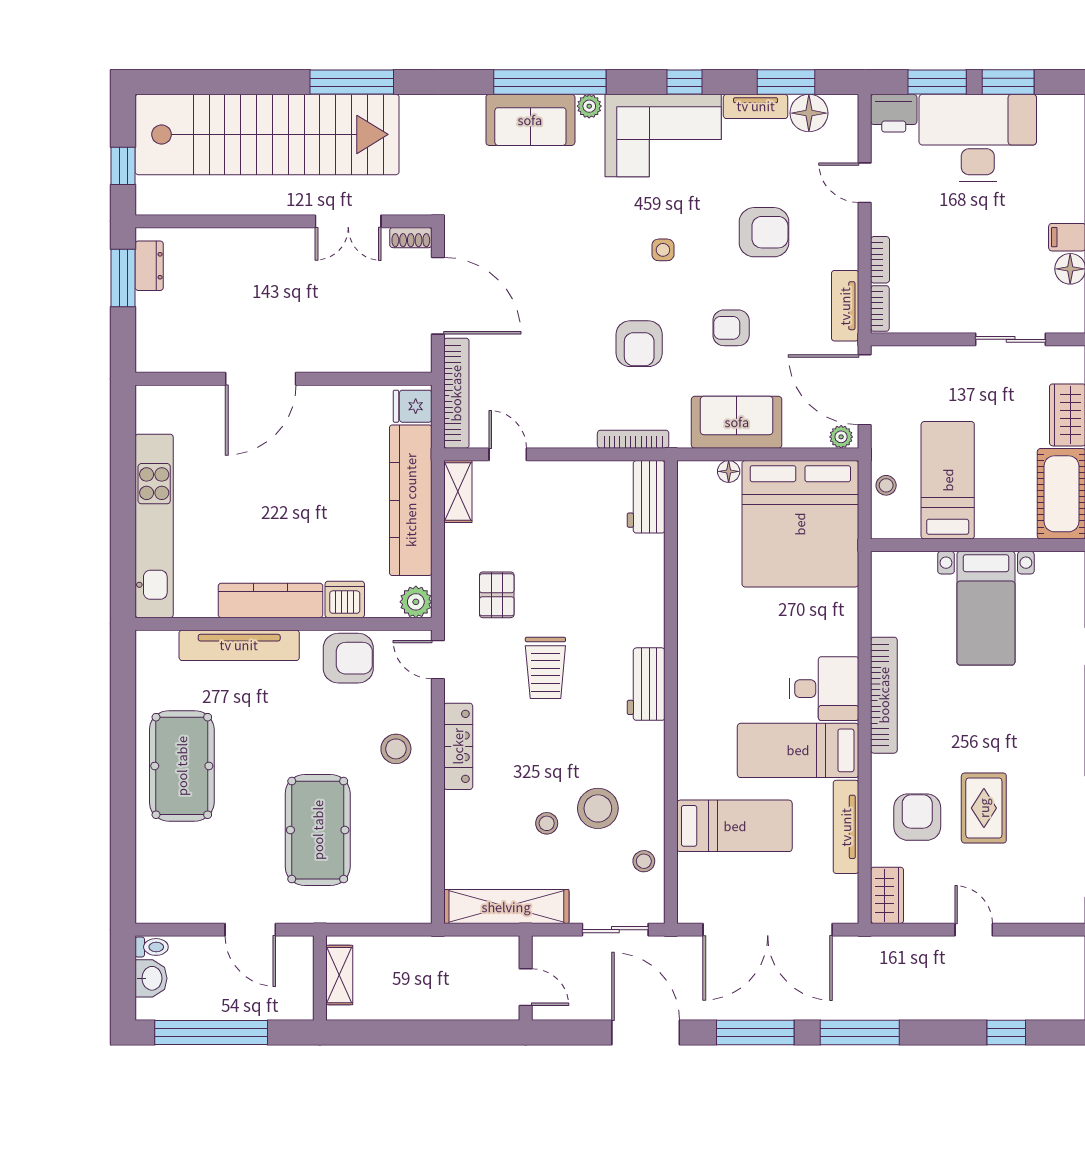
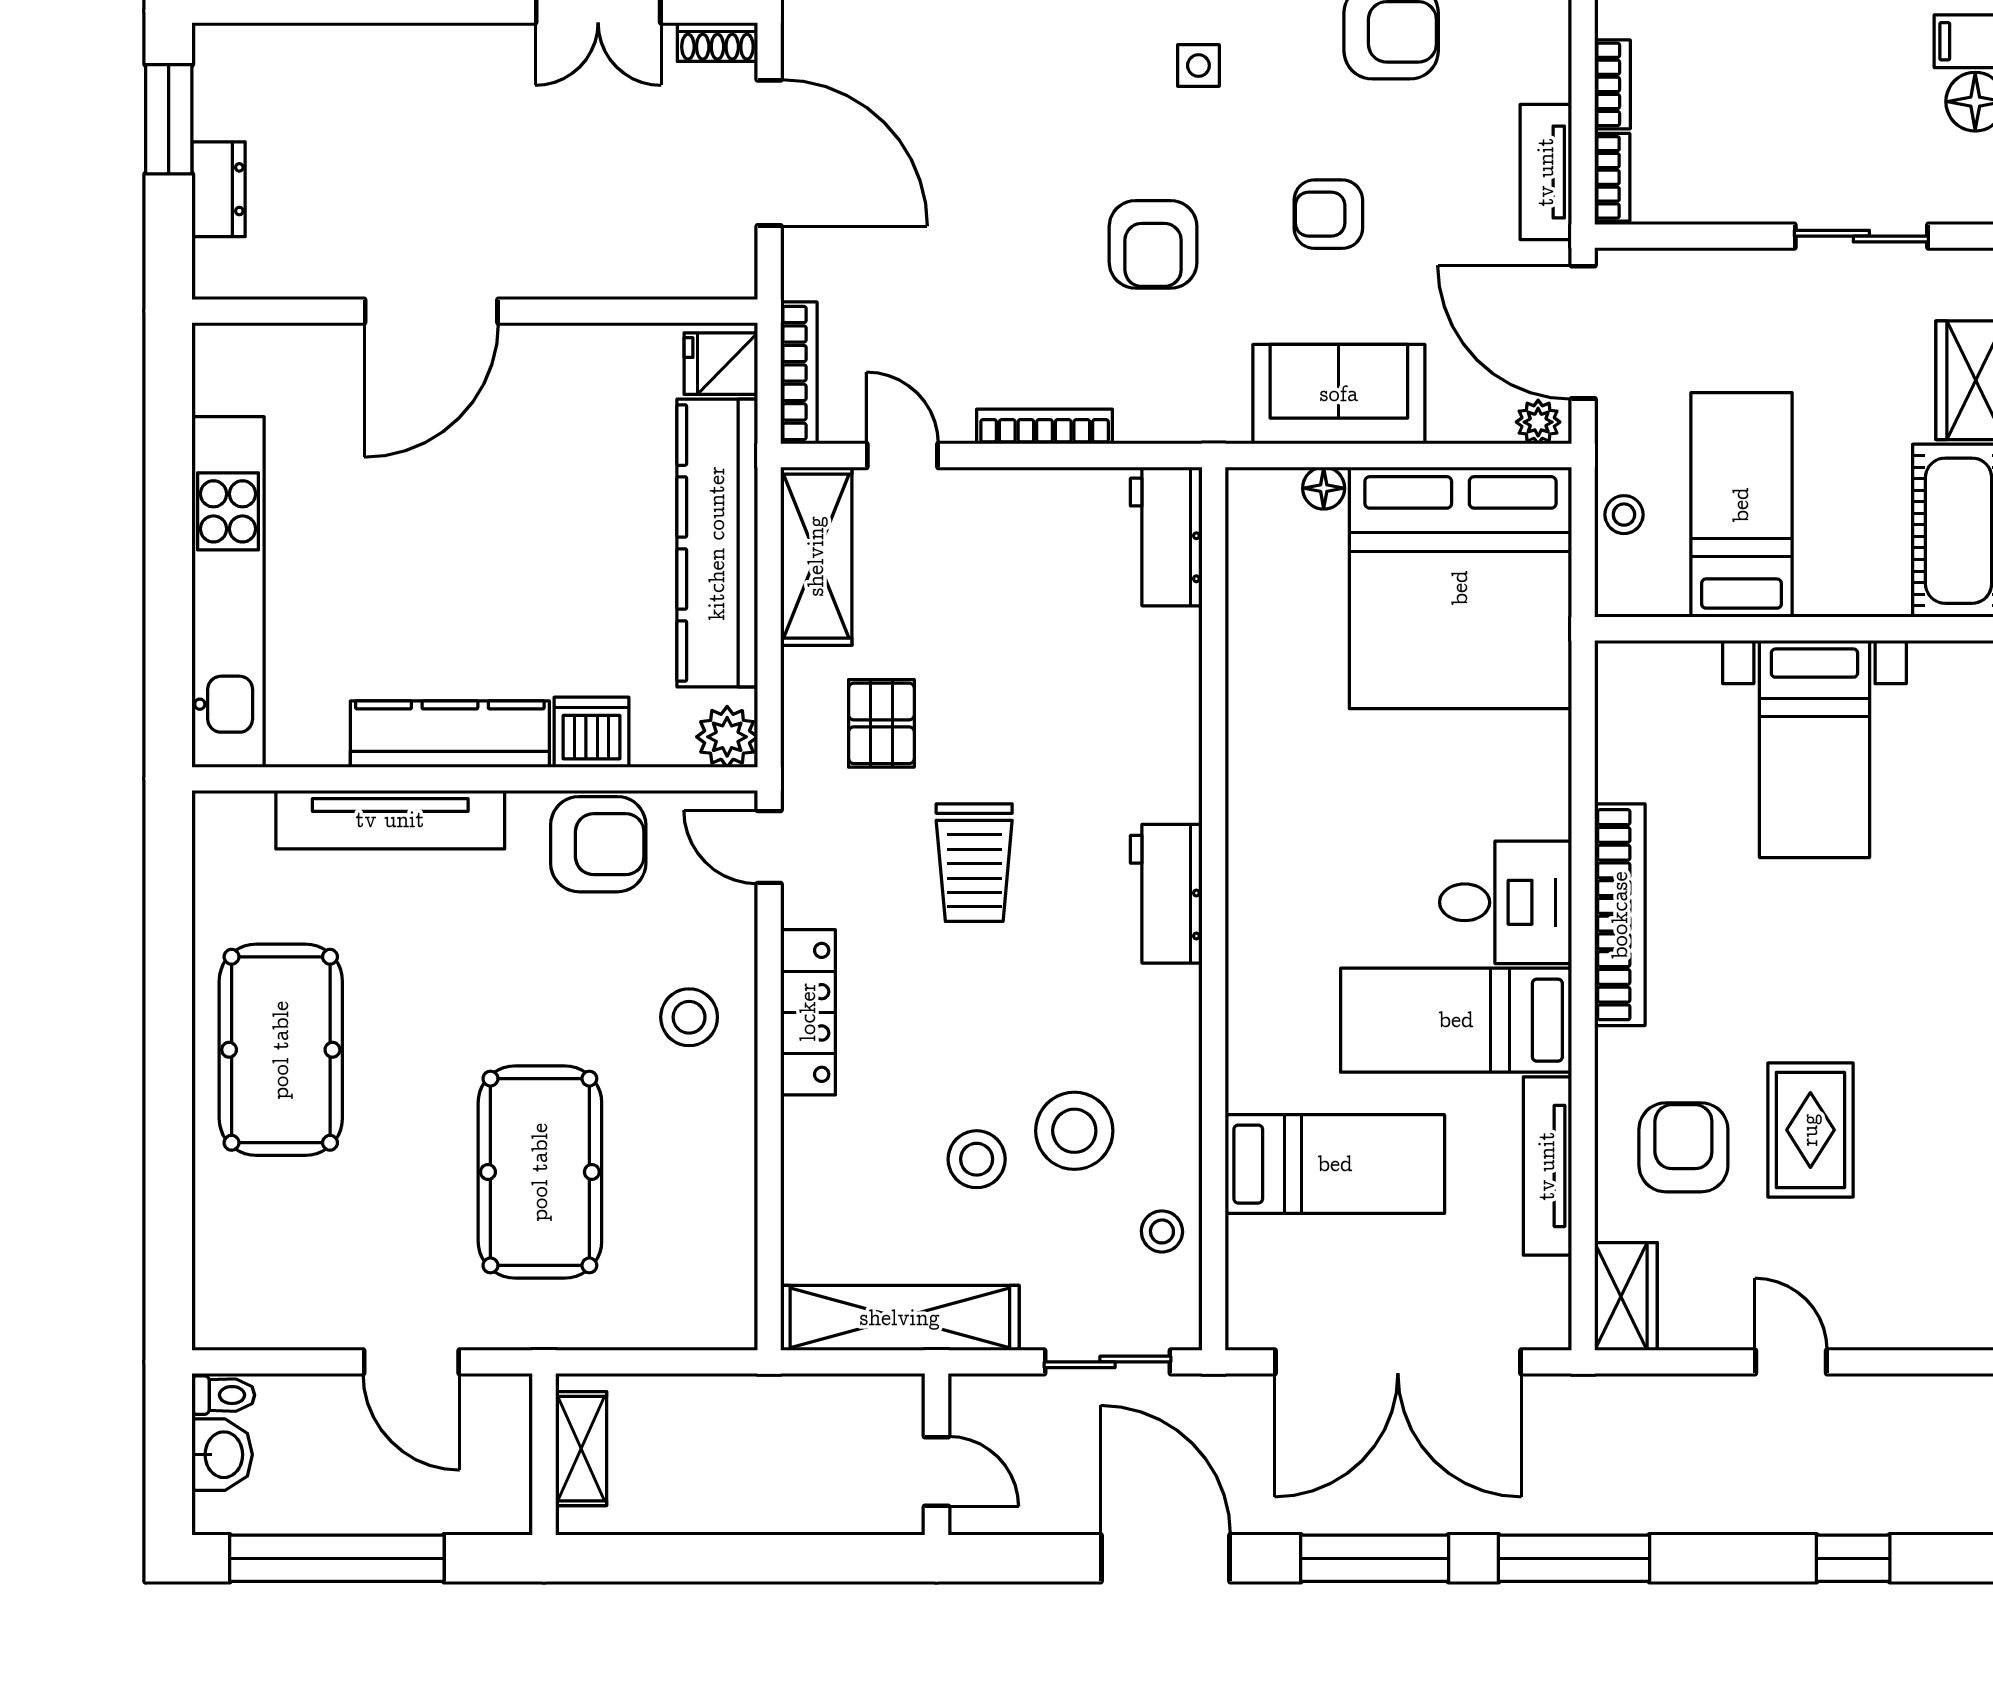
dresser: (149, 266) -> (218, 189), moved
bookcase: (456, 393) -> (799, 373), width x0.68, depth x0.76
bookcase: (633, 439) -> (1045, 427), moved
shelving: (458, 492) -> (816, 556), width x1.50, depth x1.33
stool: (547, 823) -> (977, 1159), width x1.37, depth x1.37

